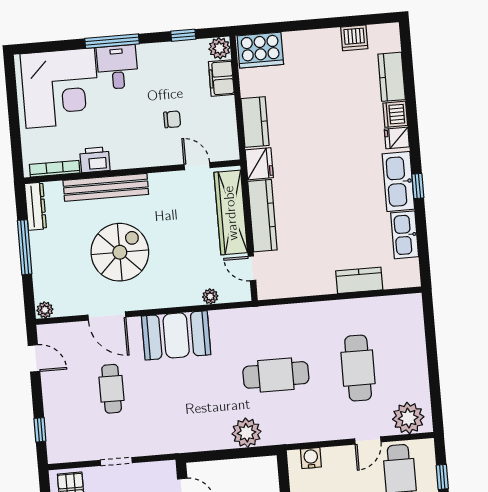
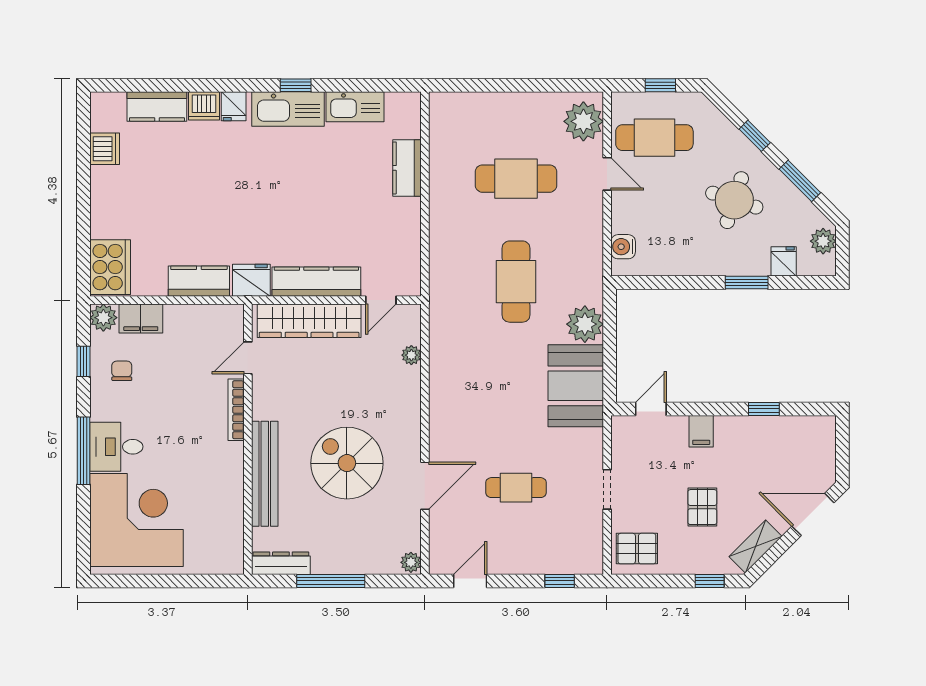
chair: (172, 119) -> (122, 371), moved
printer: (95, 160) -> (229, 484), removed
bookcase: (55, 169) -> (236, 410), moved
booth: (176, 335) -> (576, 386), moved

